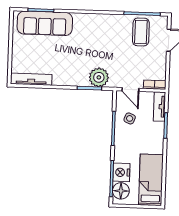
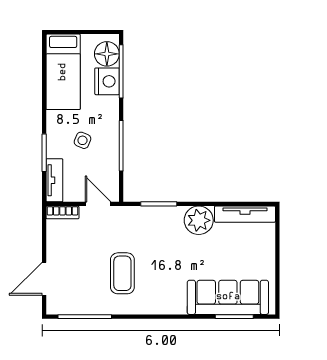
coffee table: (141, 32) -> (122, 273), moved
plant: (99, 77) -> (199, 220), moved
side table: (130, 118) -> (83, 140), moved

